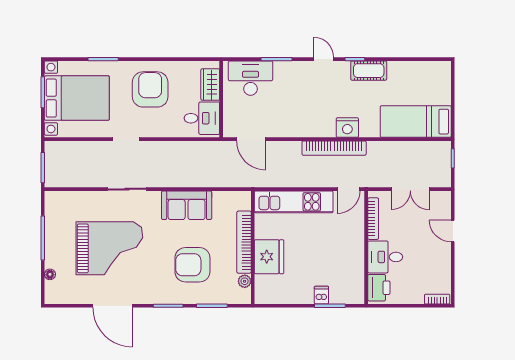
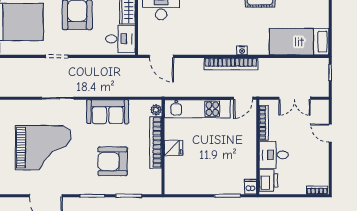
nightstand: (347, 128) -> (242, 50), width x0.53, depth x0.56
fridge: (269, 257) -> (173, 148), width x0.53, depth x0.75
plant: (245, 281) -> (156, 110), moved
dishwasher: (321, 295) -> (251, 187), moved

